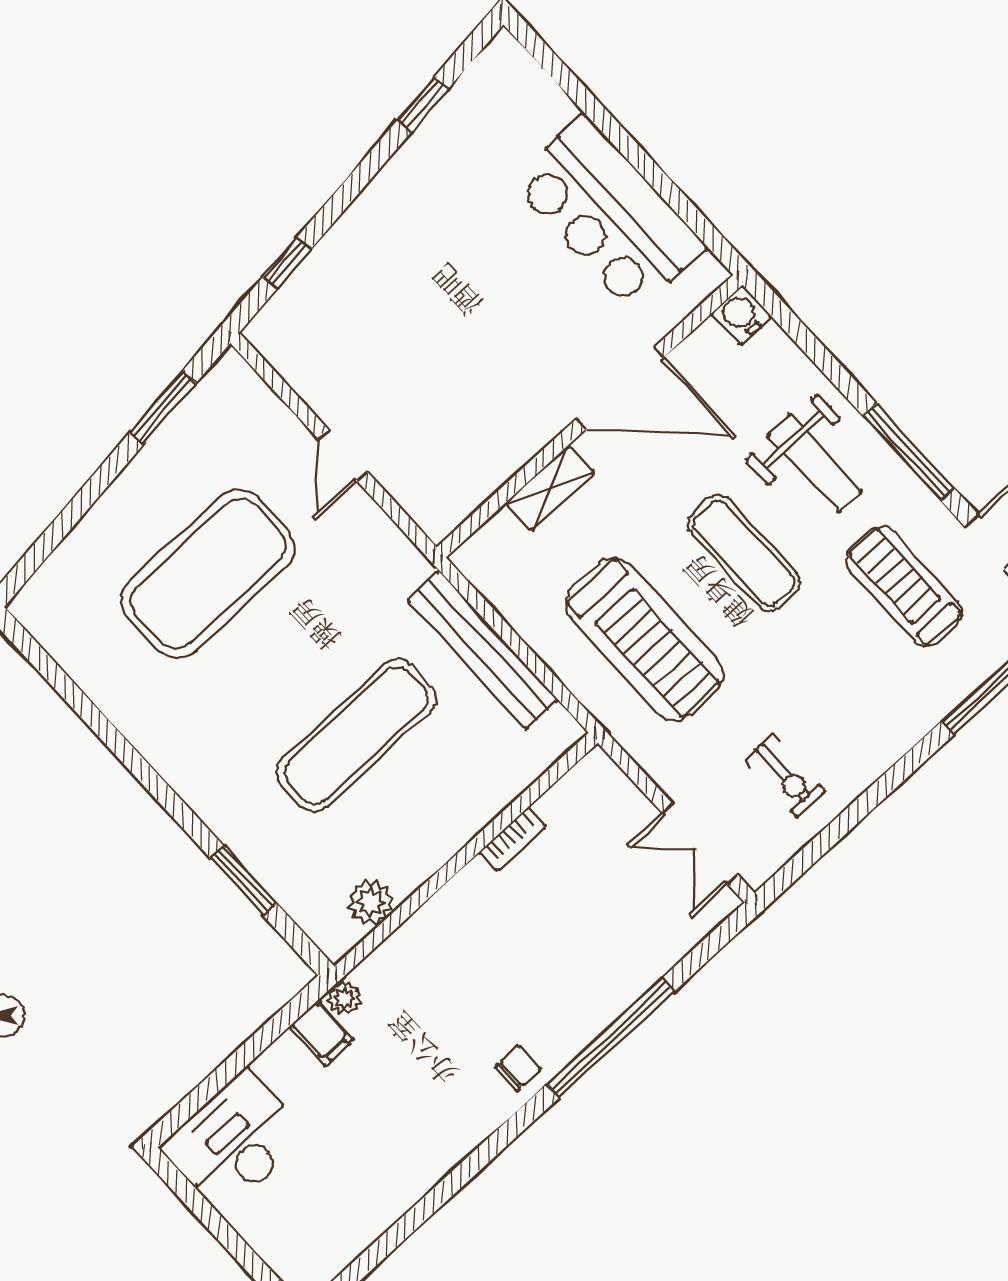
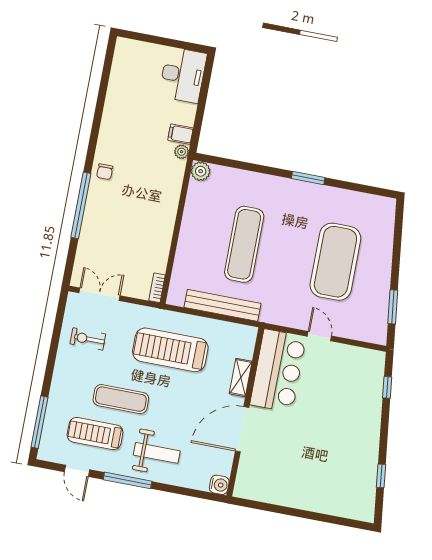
bar counter: (609, 214) -> (278, 371), moved, turned 90
weight bench: (815, 463) -> (157, 453), turned 180
exercise mat: (744, 553) -> (121, 399), moved
treadmill: (904, 587) -> (95, 434), turned 180
bookcase: (512, 839) -> (157, 288), moved
window: (243, 881) -> (308, 178), moved
plant: (371, 902) -> (201, 171), moved

